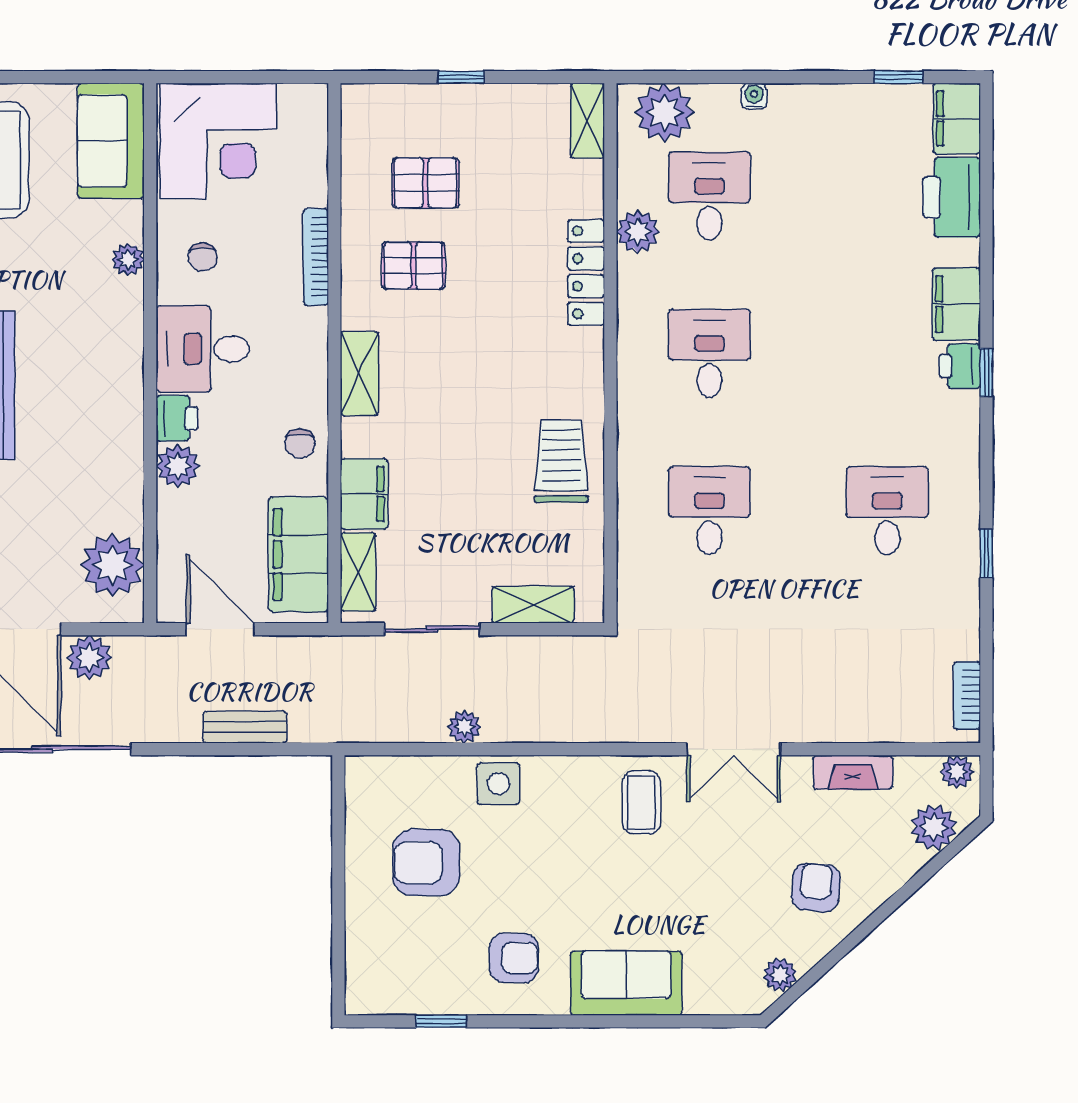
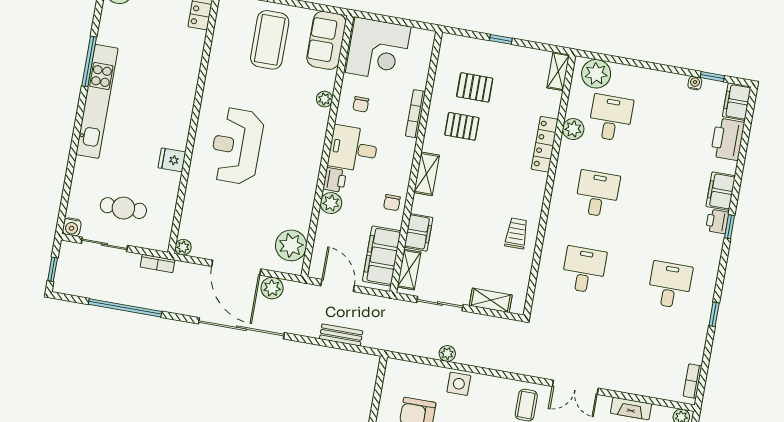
water cooler: (754, 96) -> (695, 83), moved
trolley: (561, 461) -> (517, 233), width x0.73, depth x0.72

